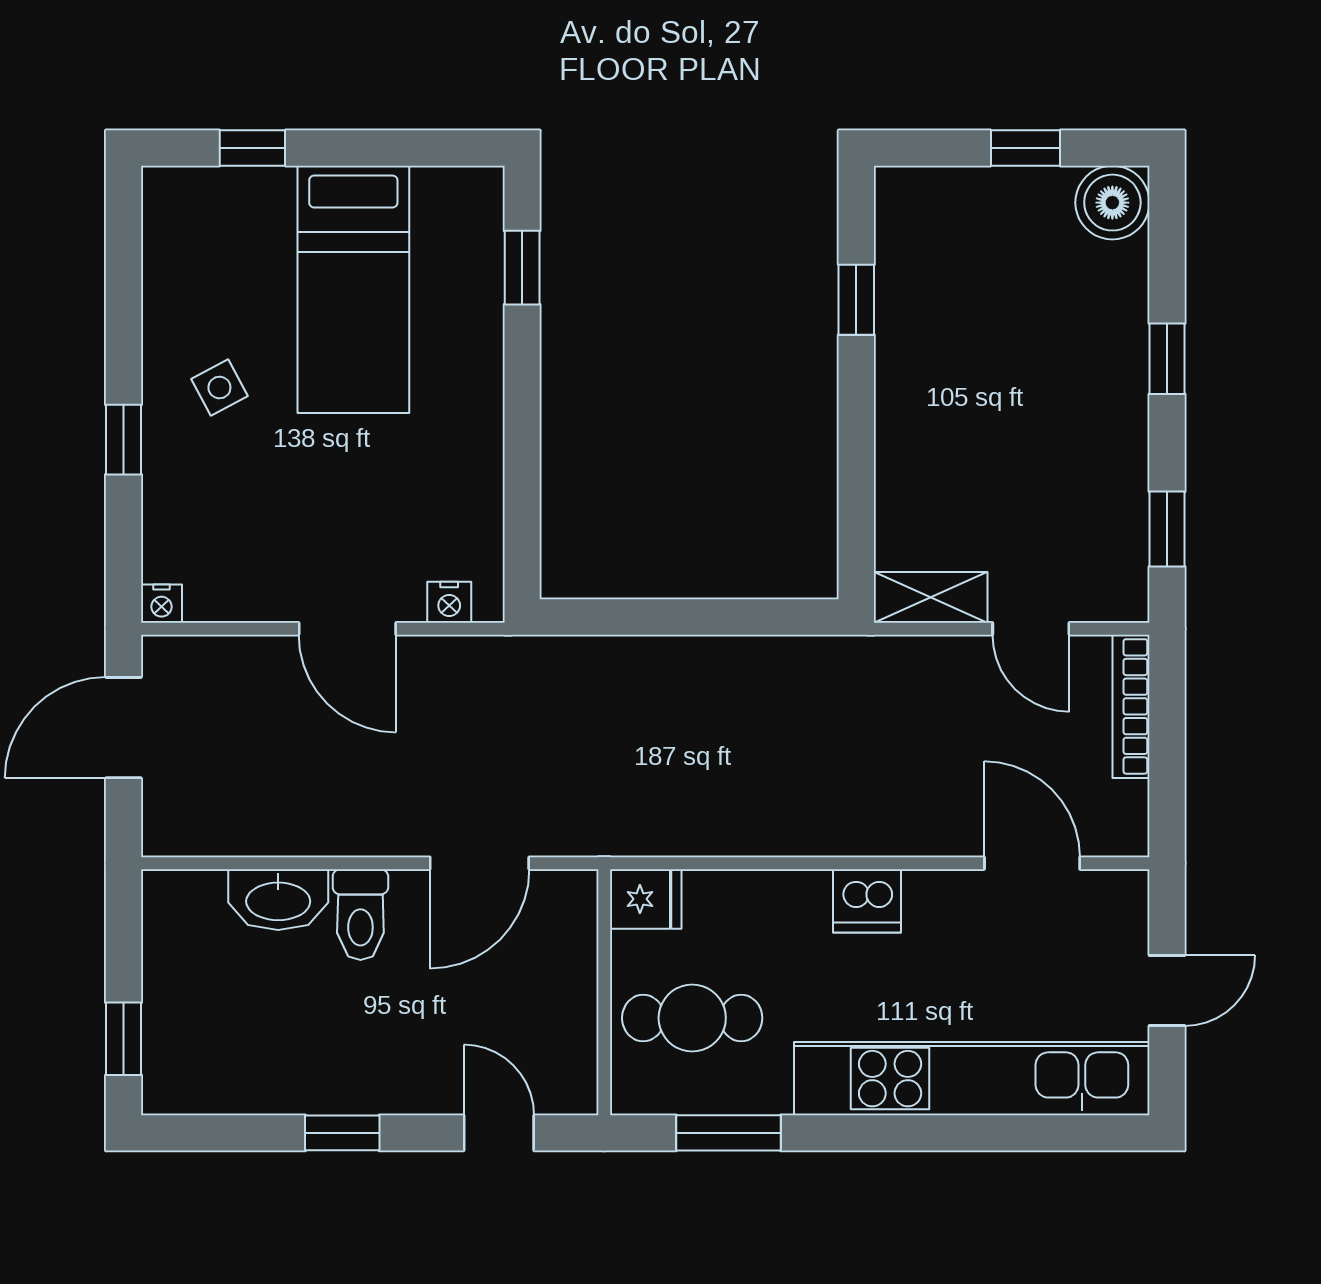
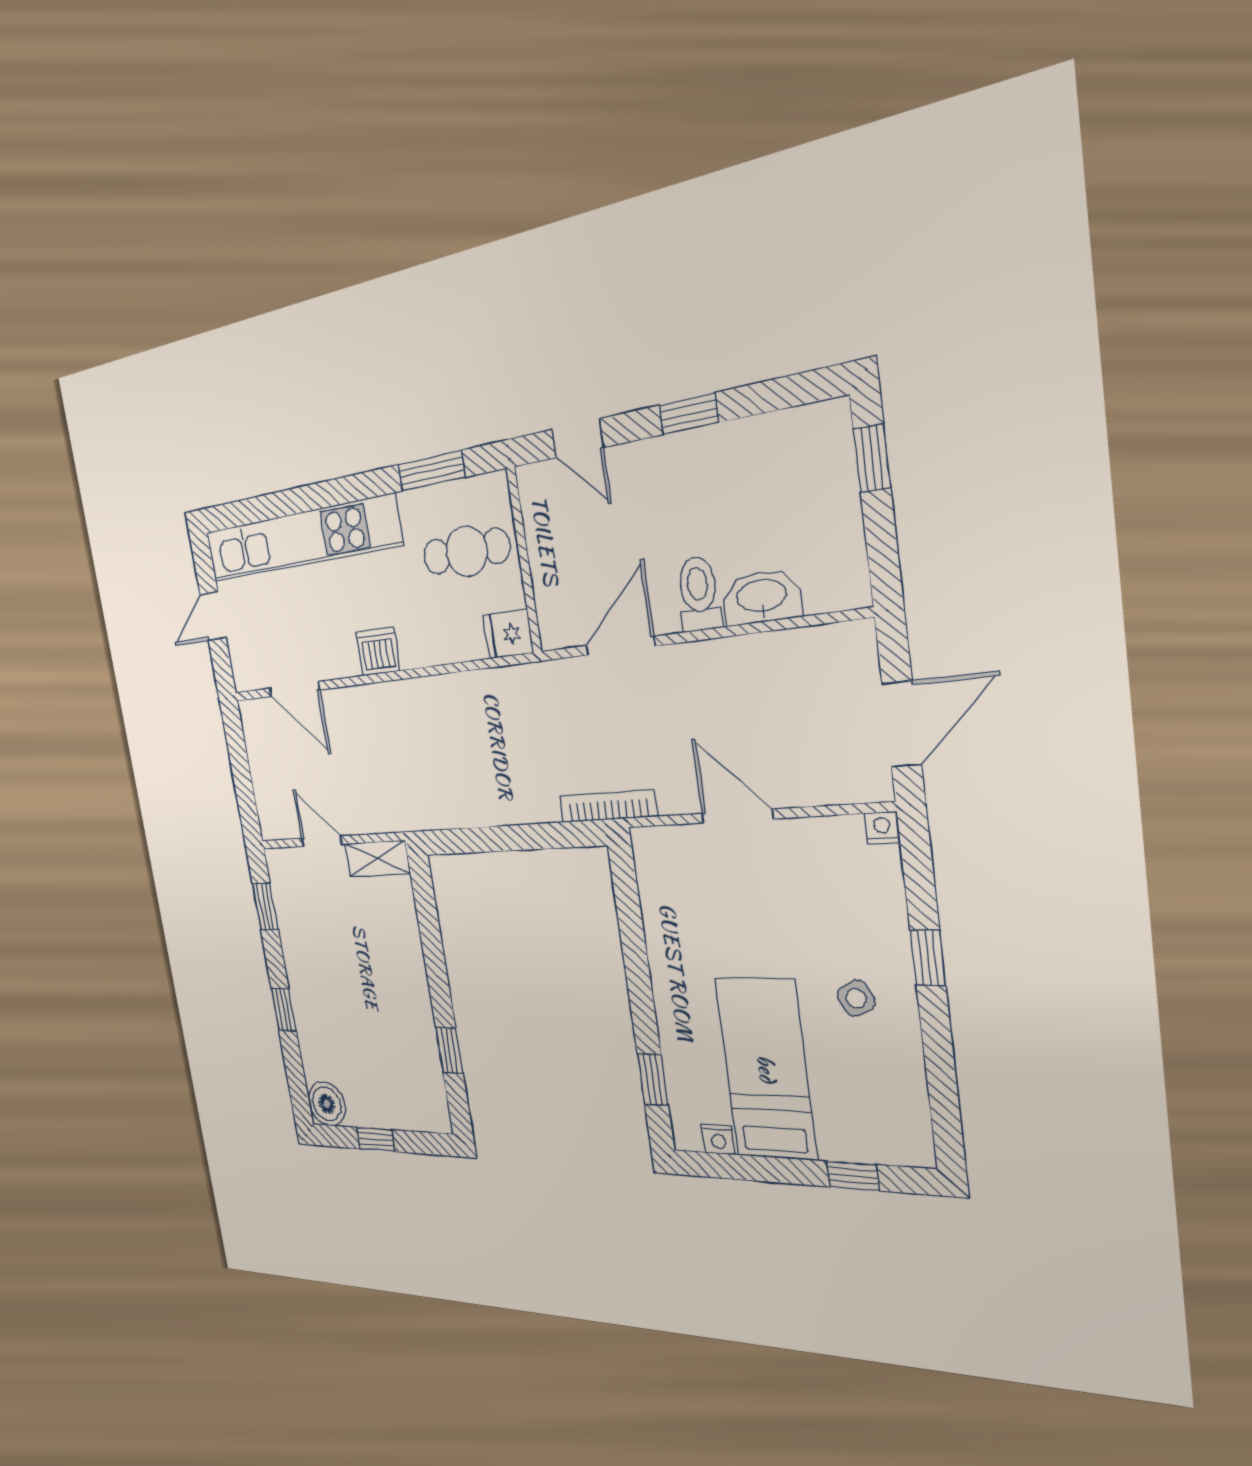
nightstand: (449, 602) -> (718, 1139), moved, turned 180
bookcase: (1131, 706) -> (608, 806), moved, turned -90

